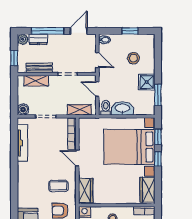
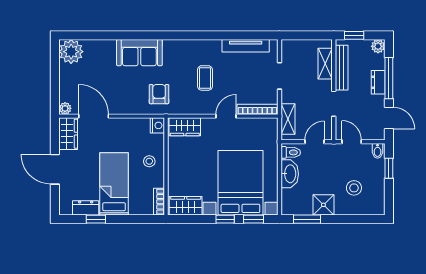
window: (130, 31) -> (389, 168), moved
dresser: (38, 39) -> (378, 82), moved
door: (97, 60) -> (352, 142), swing flipped
bench: (39, 68) -> (342, 68), width x1.36
boiler: (23, 110) -> (288, 47), removed
coffee table: (58, 186) -> (205, 78), moved

